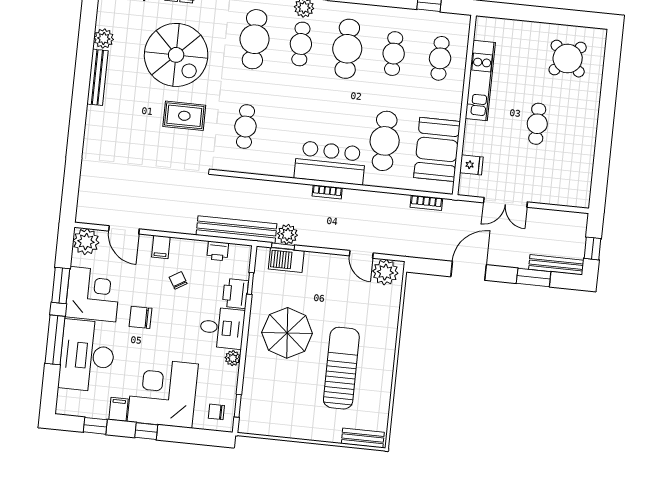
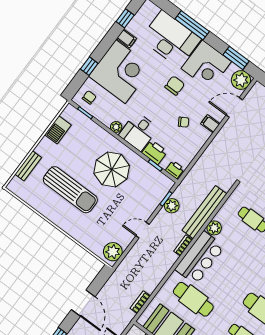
plant: (284, 167) -> (214, 228), added
bench: (236, 229) -> (204, 212), moved
printer: (218, 251) -> (175, 170), moved, turned 90
door: (361, 254) -> (142, 230), moved
barbecue: (286, 260) -> (58, 130), moved, turned 180
window: (61, 286) -> (236, 58), moved
window: (146, 431) -> (89, 66), moved
bench: (363, 438) -> (28, 166), moved

